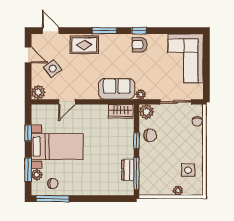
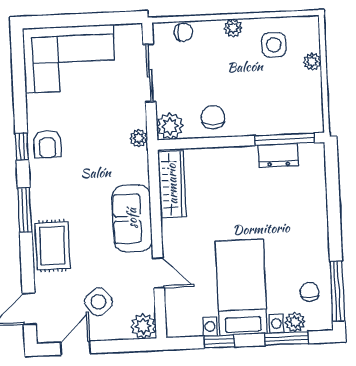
sofa: (117, 89) -> (132, 218), moved
wardrobe: (121, 111) -> (172, 184), width x1.50
window: (136, 141) -> (224, 142), removed
plant: (198, 148) -> (233, 28), added

